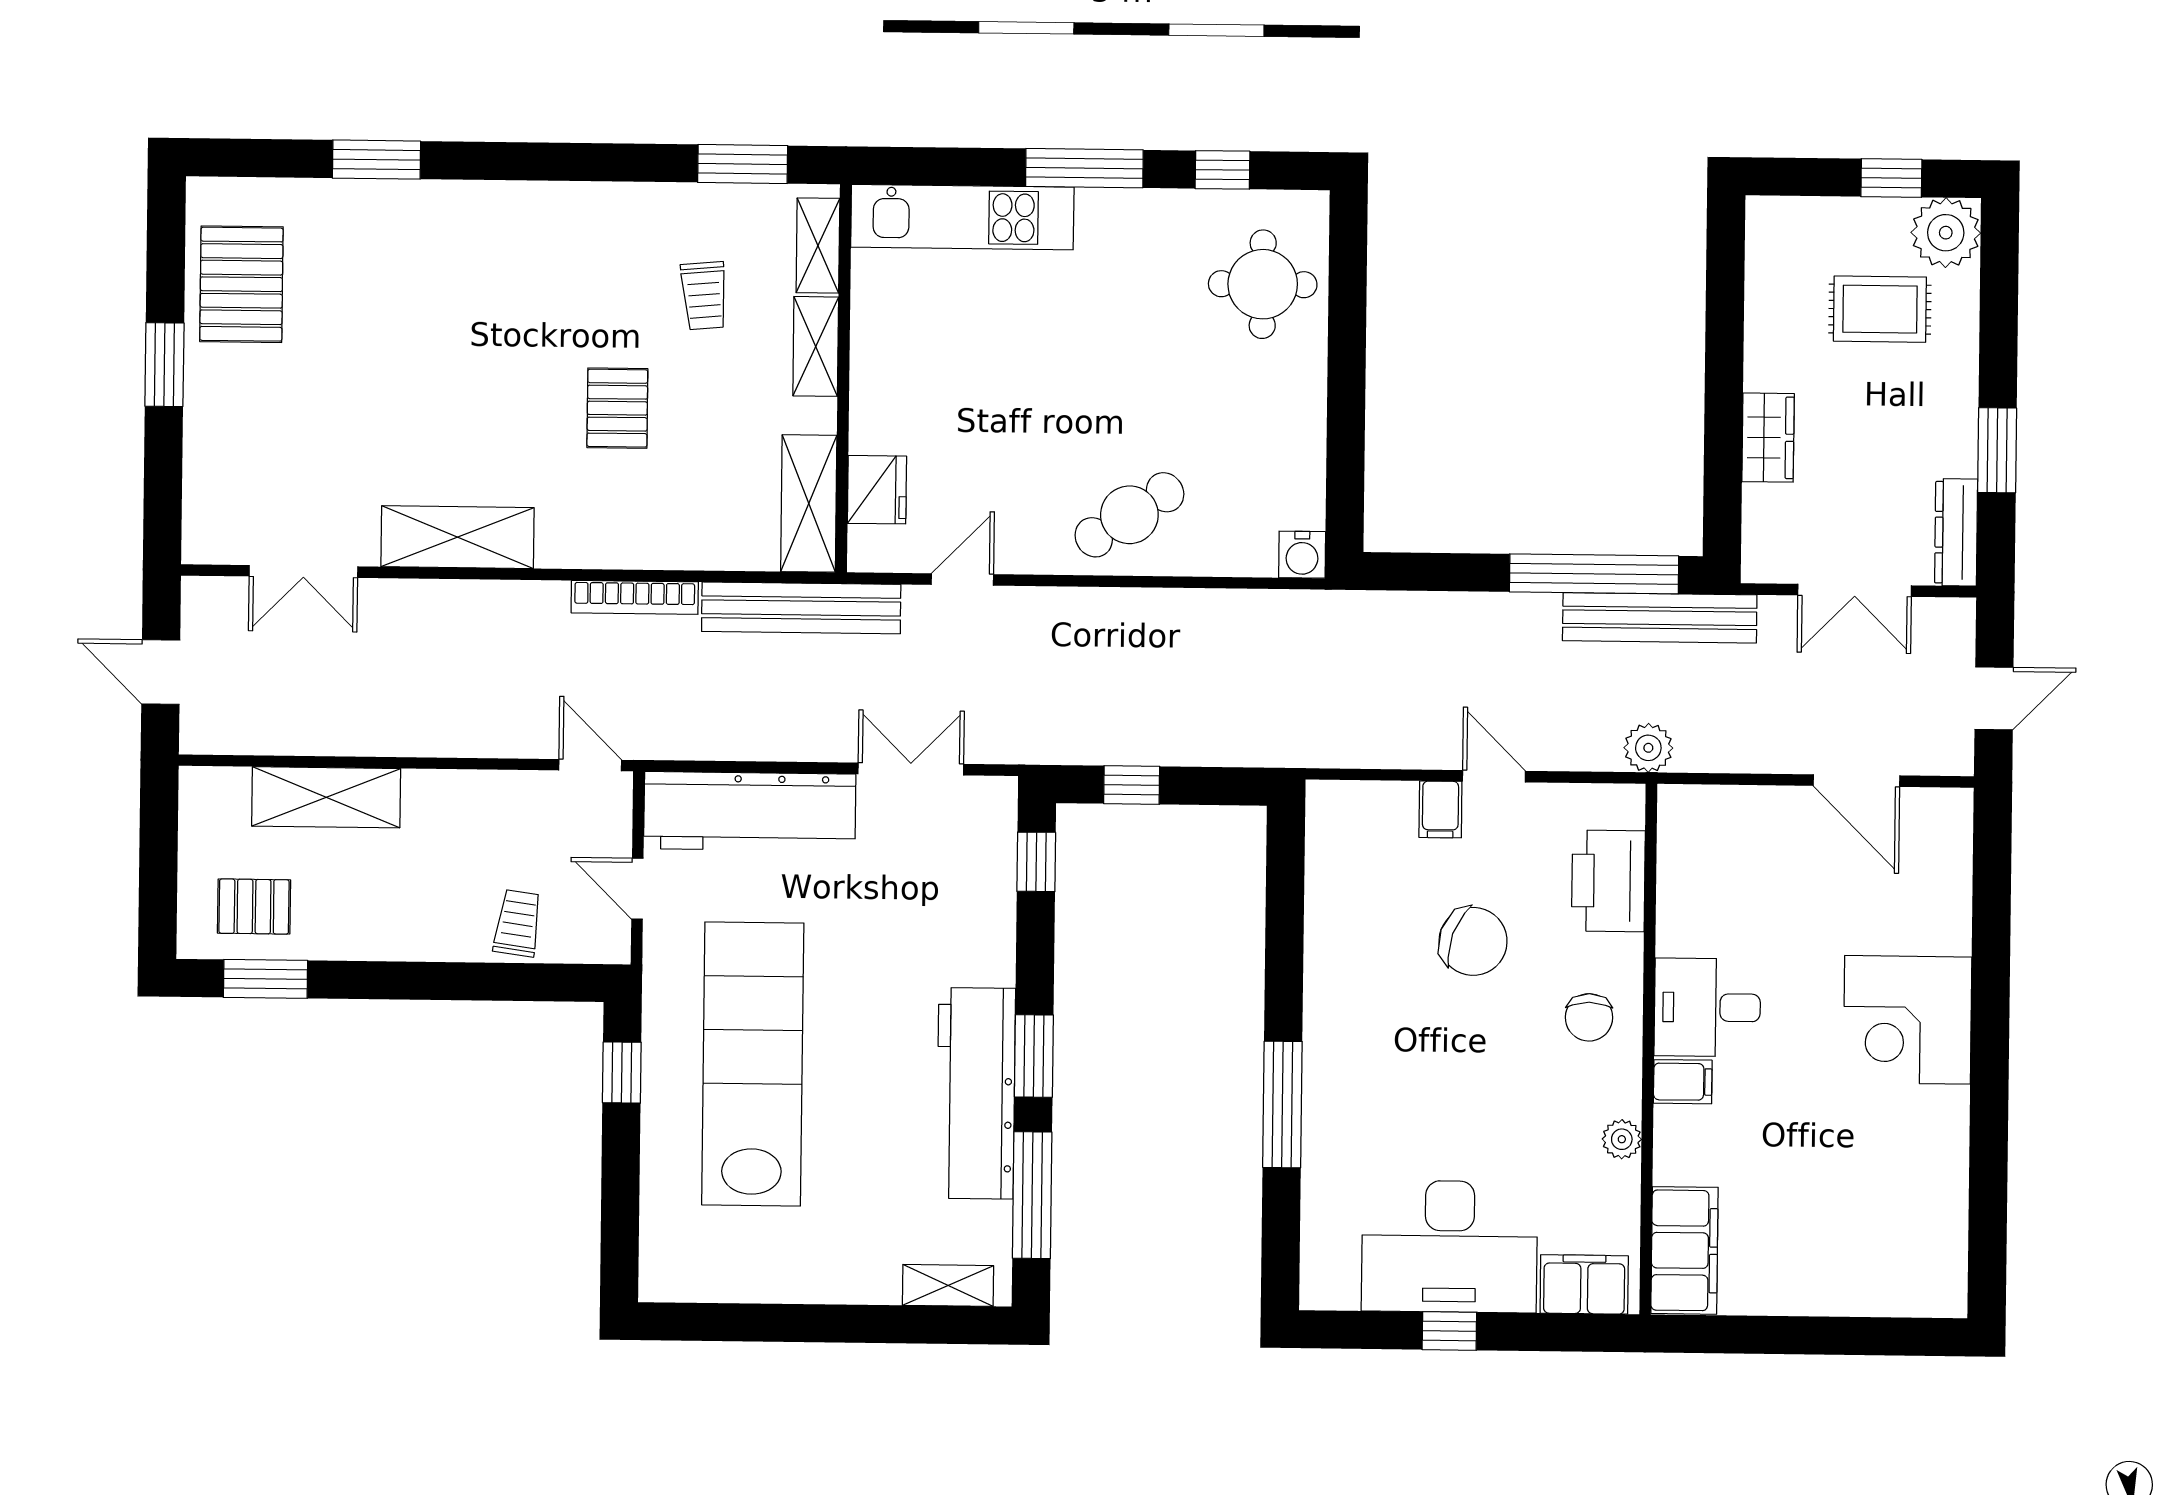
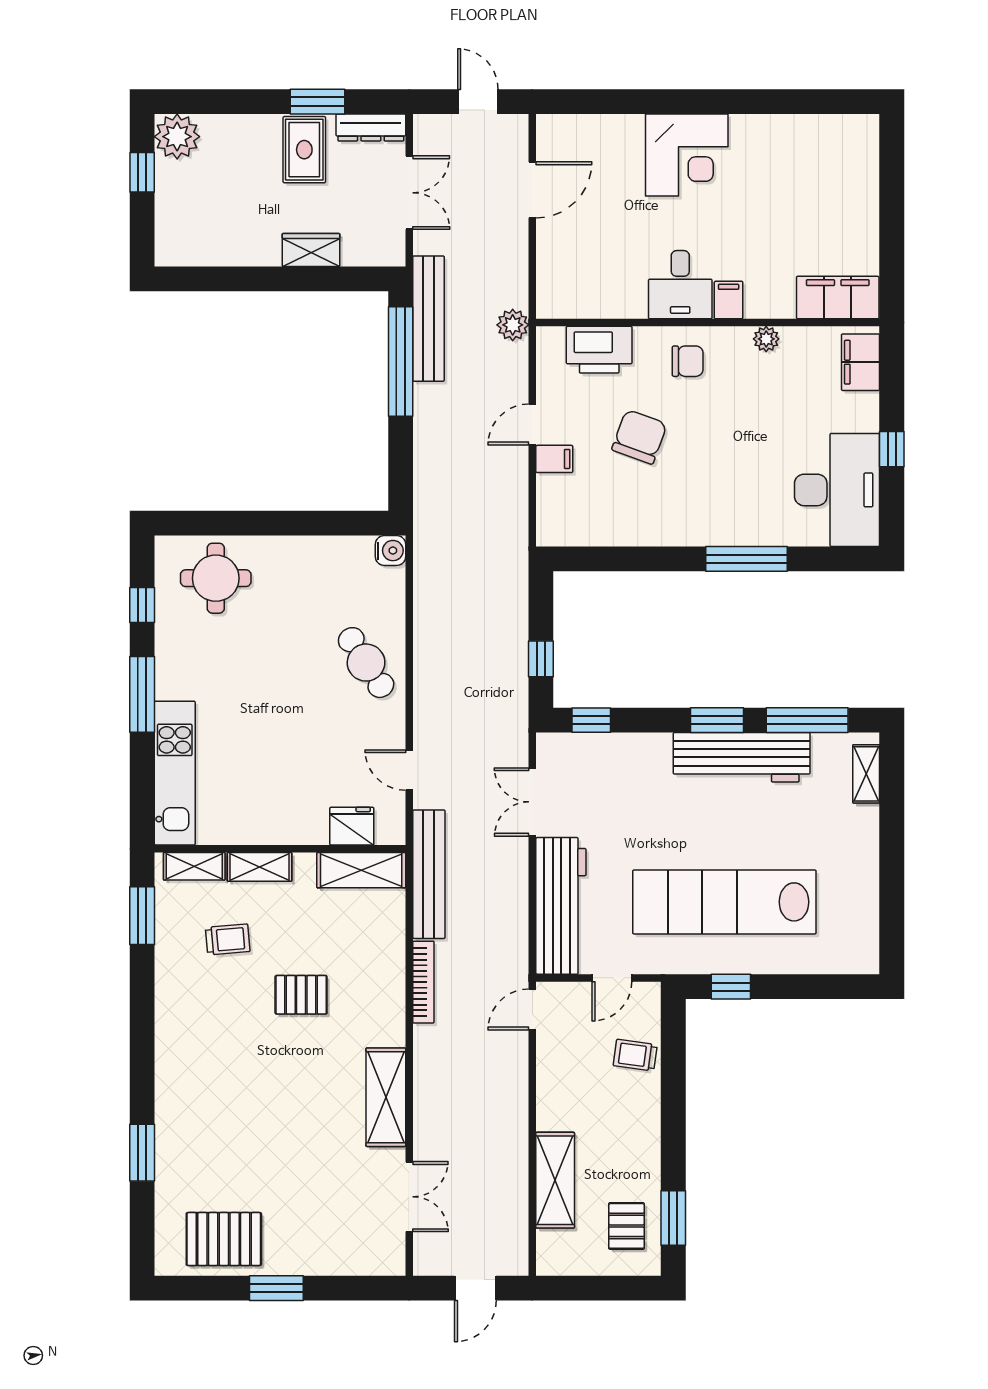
rug: (1880, 309) -> (304, 150), moved
desk: (1449, 1246) -> (837, 490), moved

